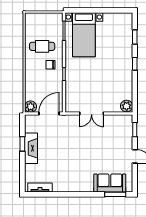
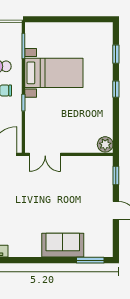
bed with nightstands: (84, 35) -> (54, 73), moved, turned -90
double door: (92, 114) -> (45, 154), moved
sofa: (110, 183) -> (63, 245), moved

